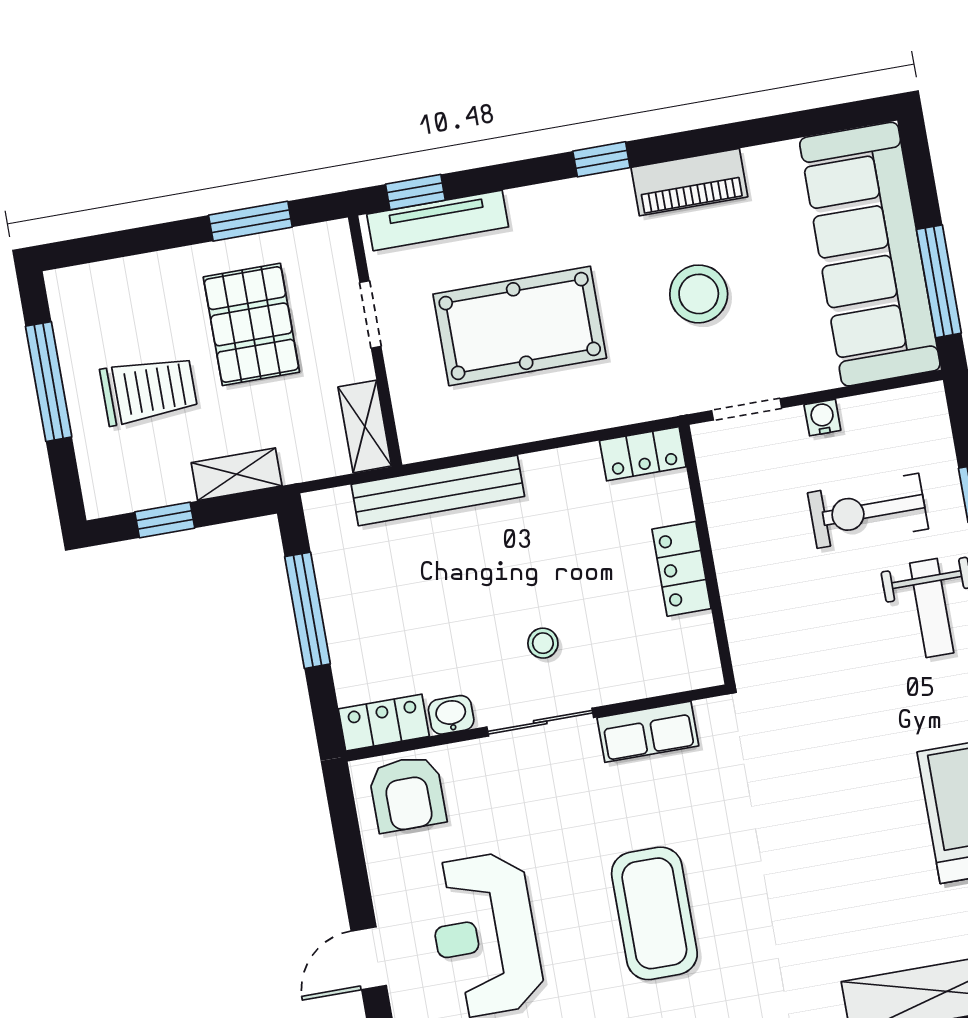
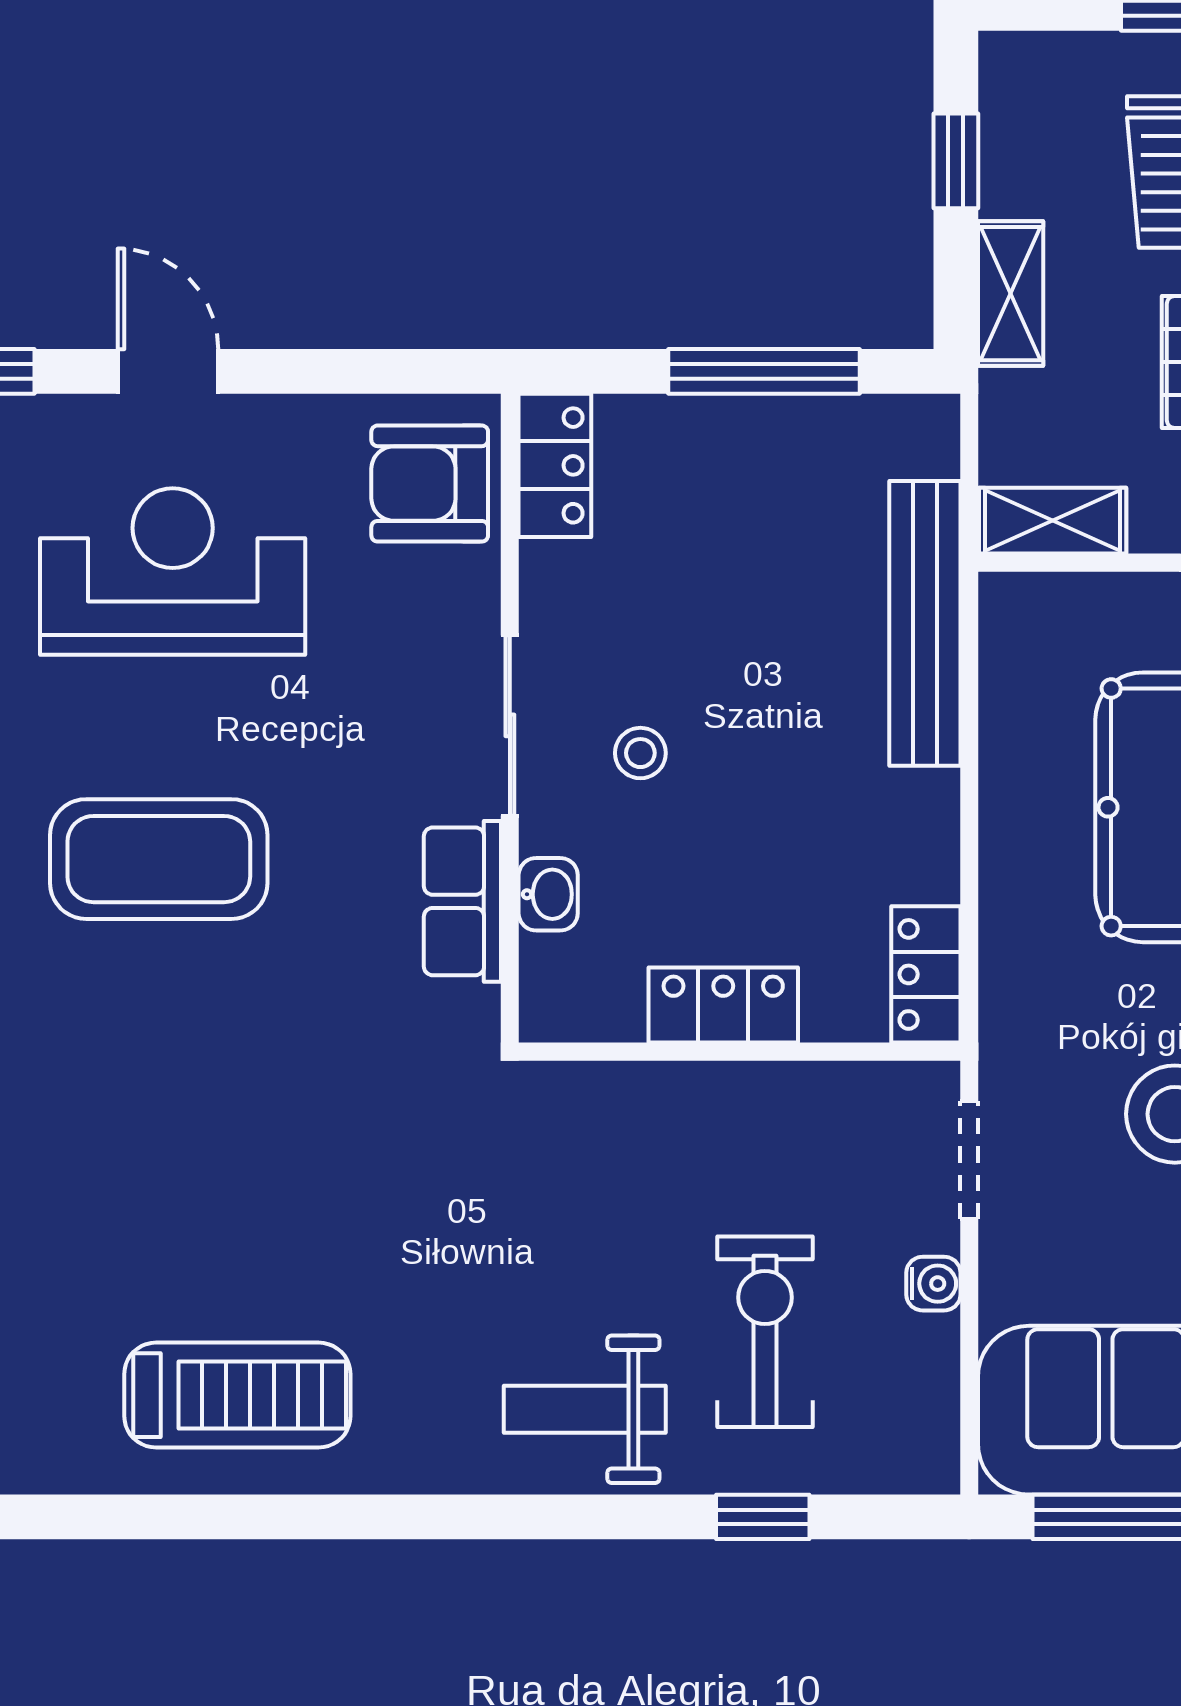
washbasin: (451, 715) -> (548, 894), moved

